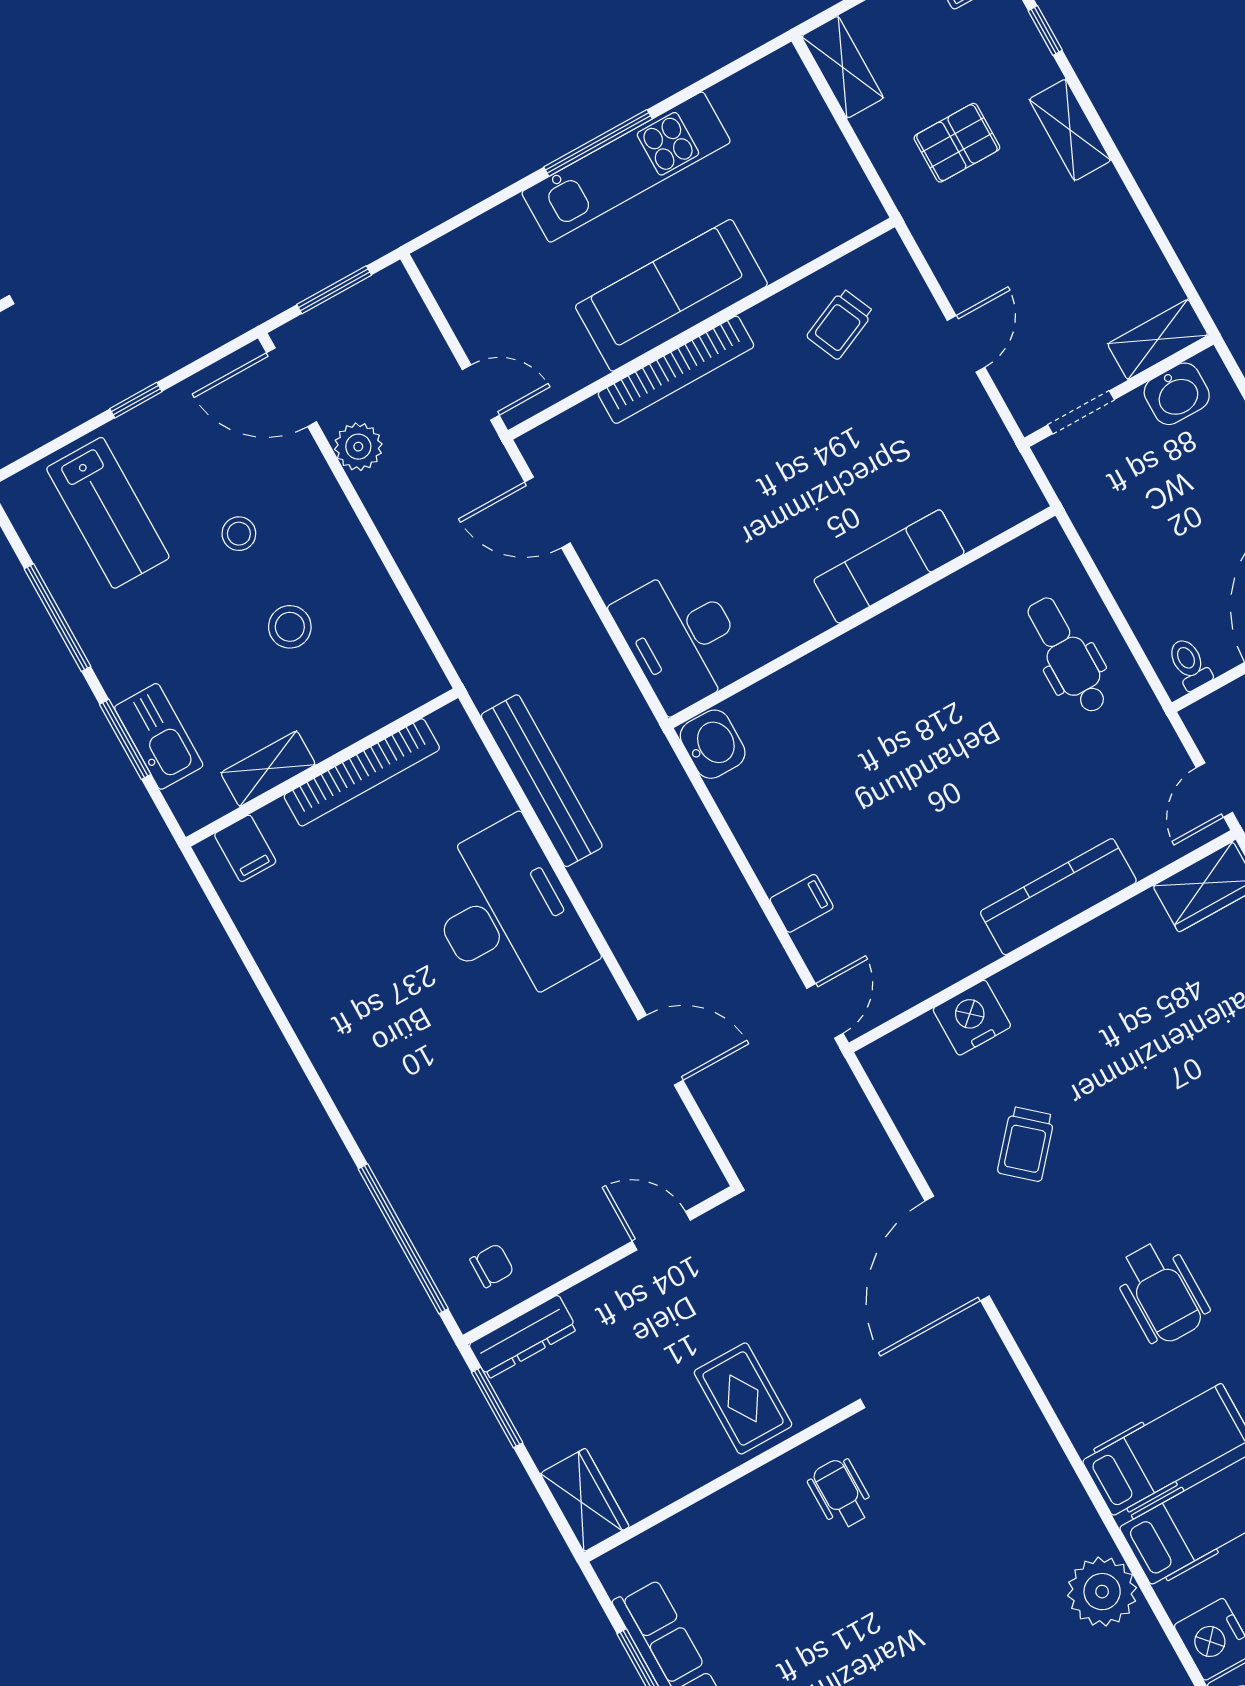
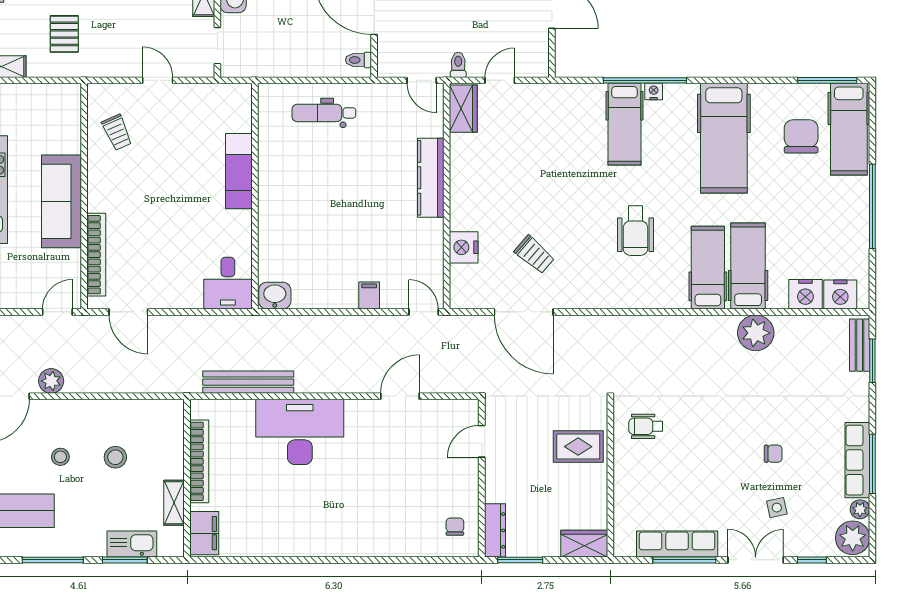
bookcase: (676, 370) -> (96, 255), moved
door: (547, 512) -> (128, 312), hinge flipped
desk: (681, 638) -> (228, 283), width x0.73
filing cabinet: (245, 848) -> (204, 533), width x2.00
window: (403, 1239) -> (420, 560), removed
door: (957, 1248) -> (524, 312), moved
wheelchair: (1161, 1292) -> (635, 231), turned 90

